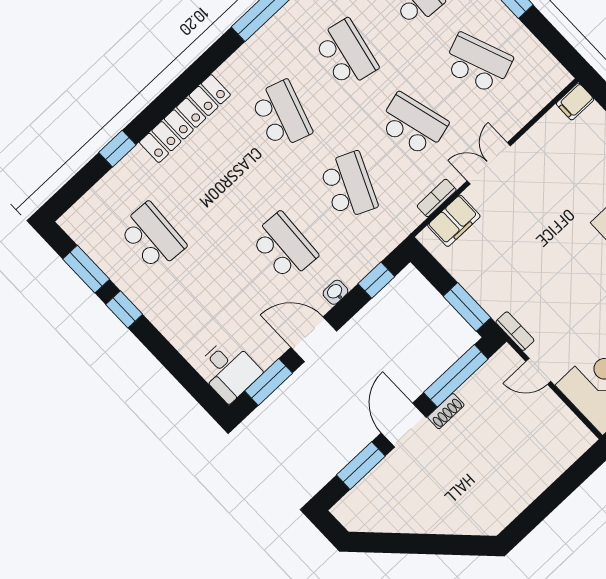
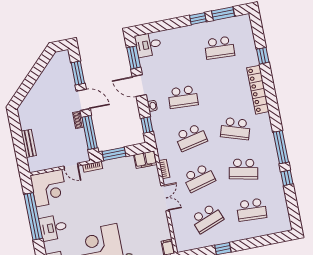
school desk: (349, 185) -> (191, 137), turned -36
filing cabinet: (454, 221) -> (145, 160), moved, turned -90
door: (314, 339) -> (139, 86), swing flipped
door: (538, 371) -> (71, 166), swing flipped
bench: (545, 474) -> (29, 143), added

